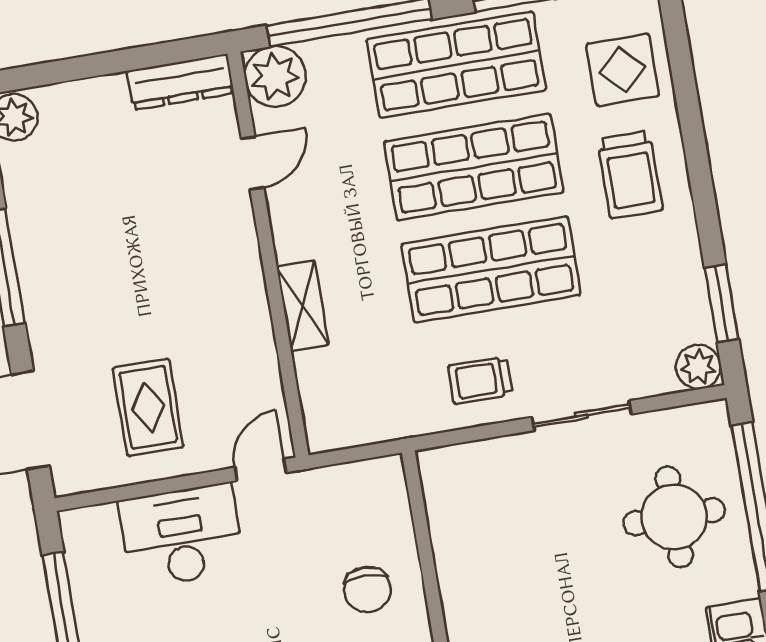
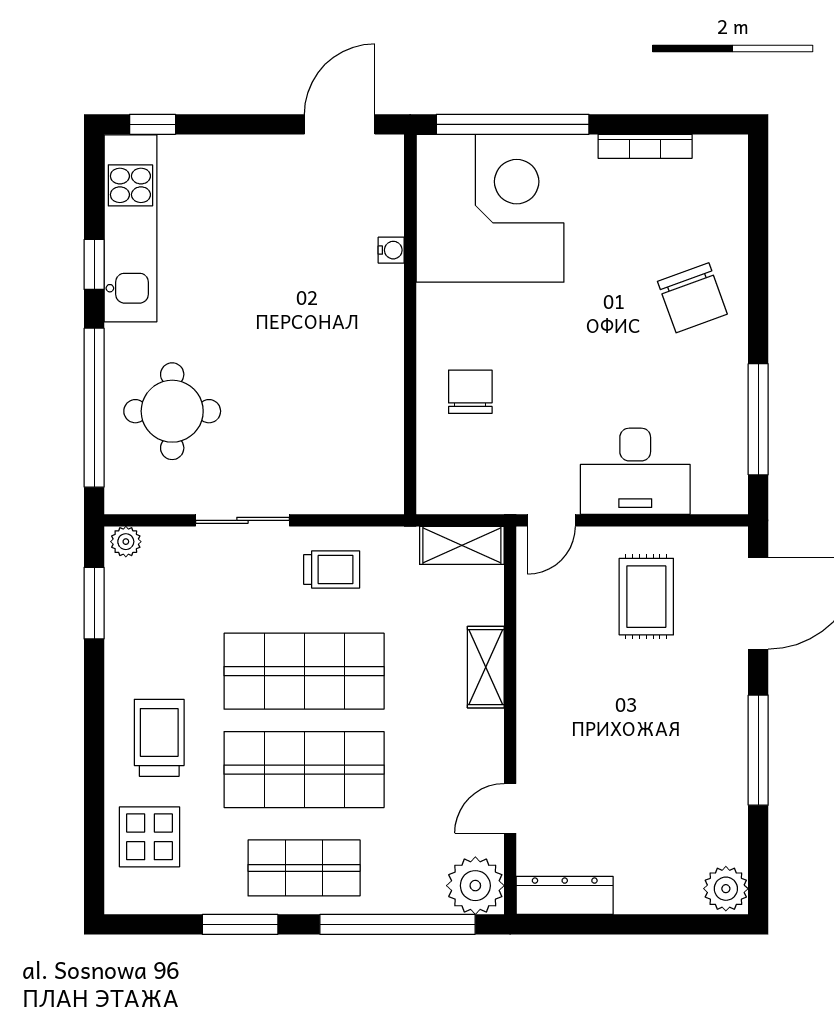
shop shelf: (456, 65) -> (304, 868), width x0.70, depth x0.74
plant: (698, 367) -> (126, 542), width x0.73, depth x0.73
shelving: (349, 428) -> (462, 545), added

